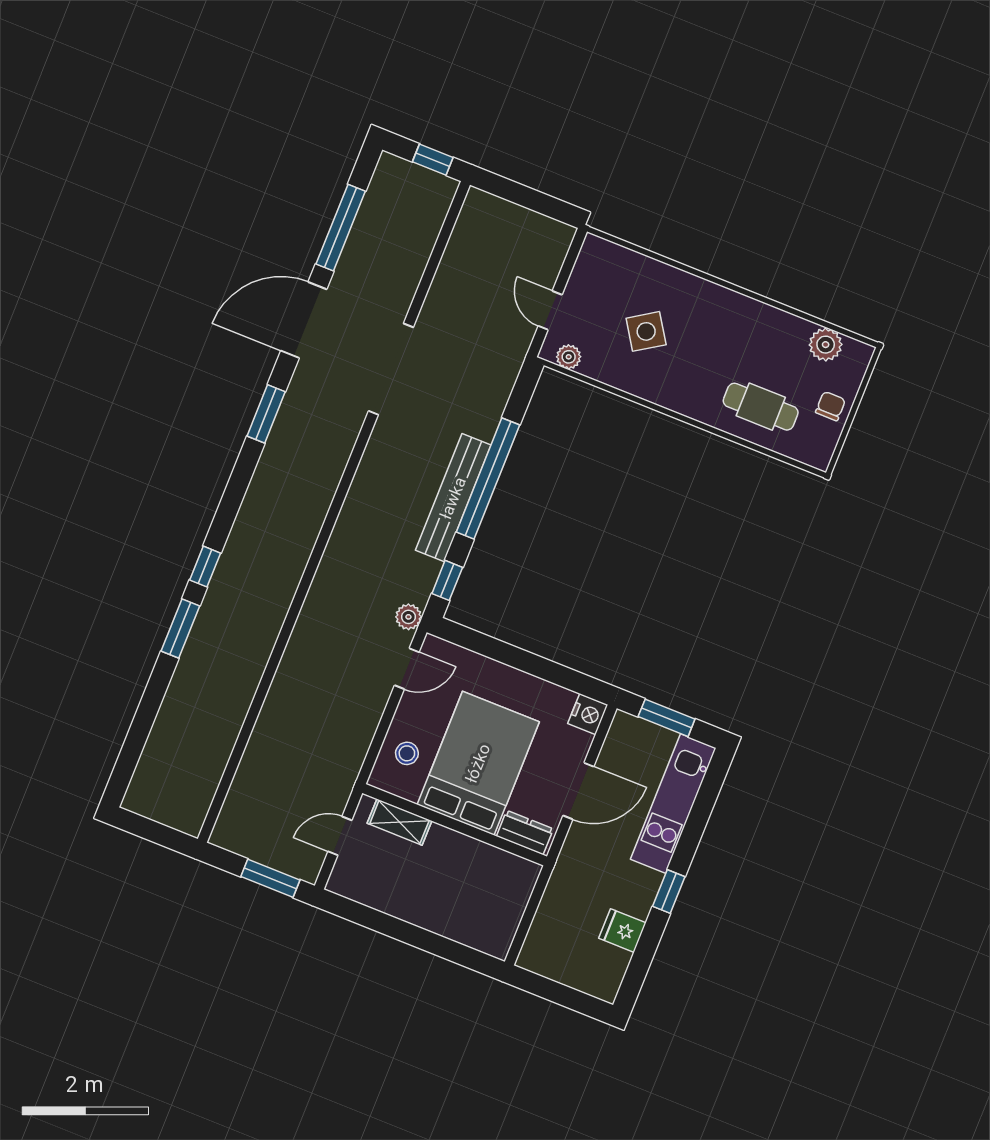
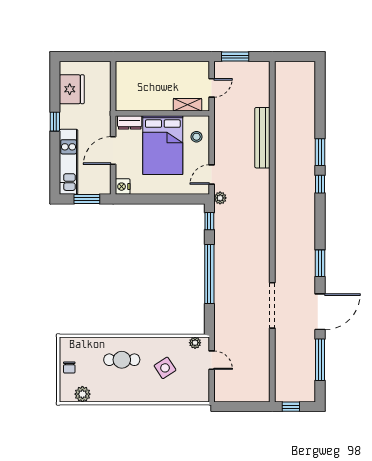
cafe table: (761, 407) -> (122, 360), moved
bench: (453, 498) -> (262, 138), moved
fridge: (622, 931) -> (72, 89), width x1.88, depth x1.34

